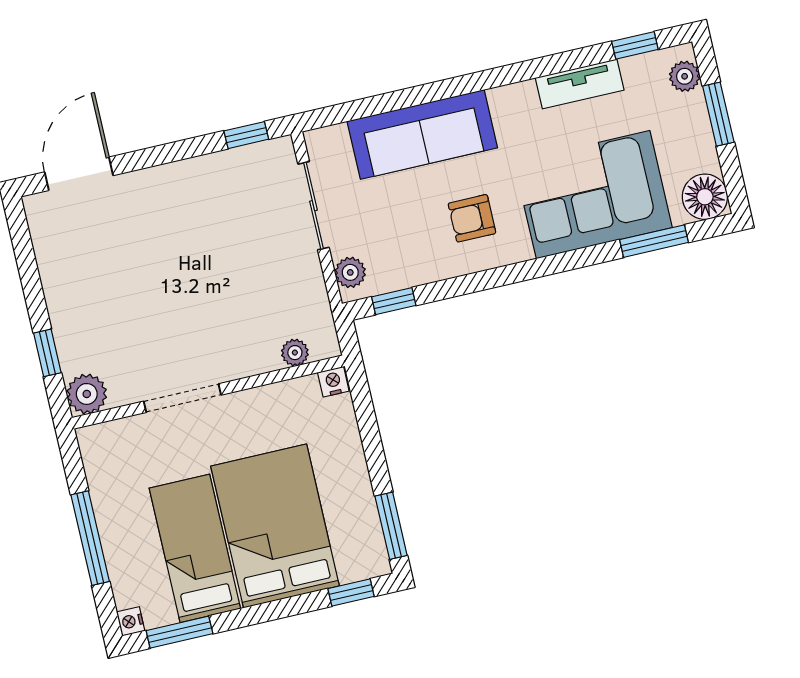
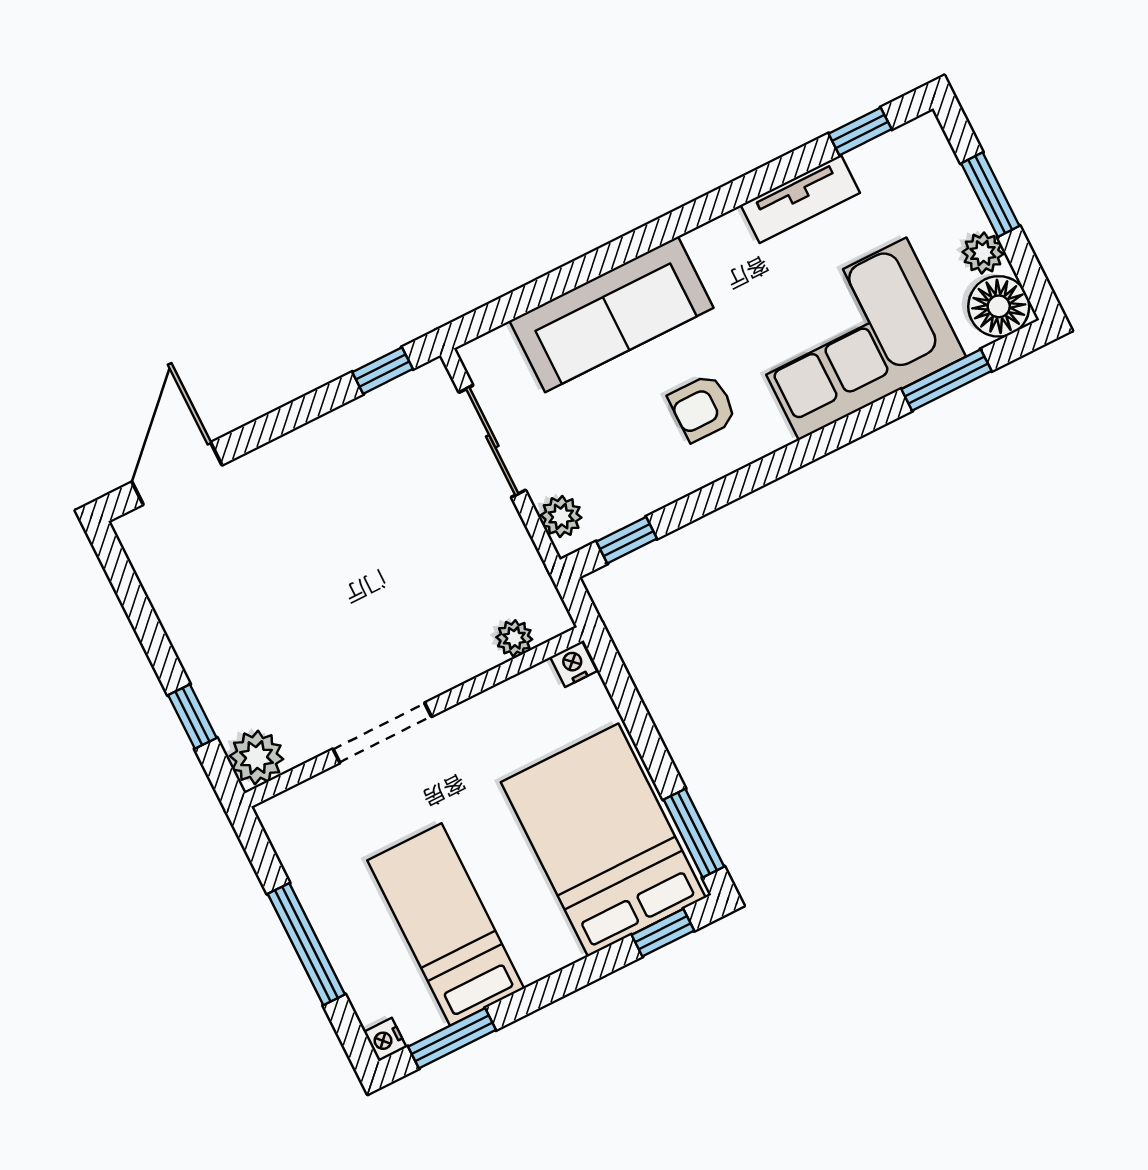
plant: (685, 76) -> (983, 253), moved
bed: (275, 526) -> (603, 840), moved

